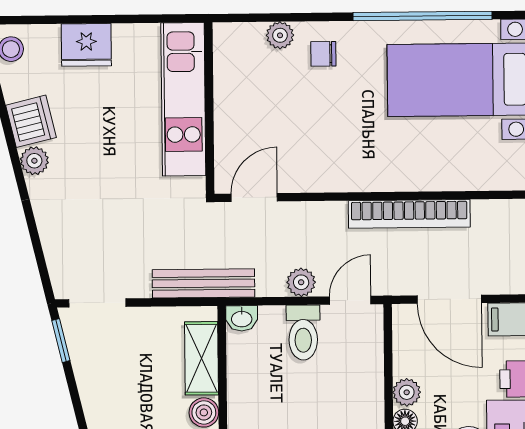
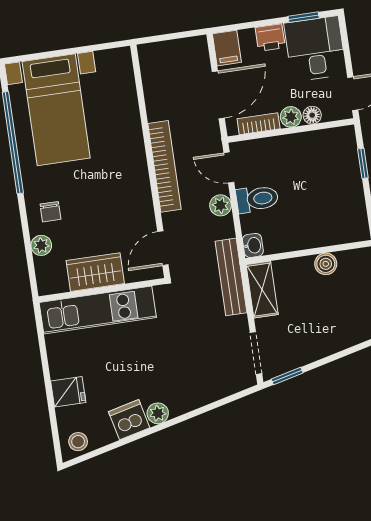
fridge: (86, 45) -> (68, 392), width x0.72
wardrobe: (235, 103) -> (95, 272), added
door: (254, 198) -> (163, 248), hinge flipped
bookcase: (409, 214) -> (164, 166), moved
bookcase: (403, 348) -> (259, 124), added
shelving: (202, 358) -> (262, 290), moved, turned 90

